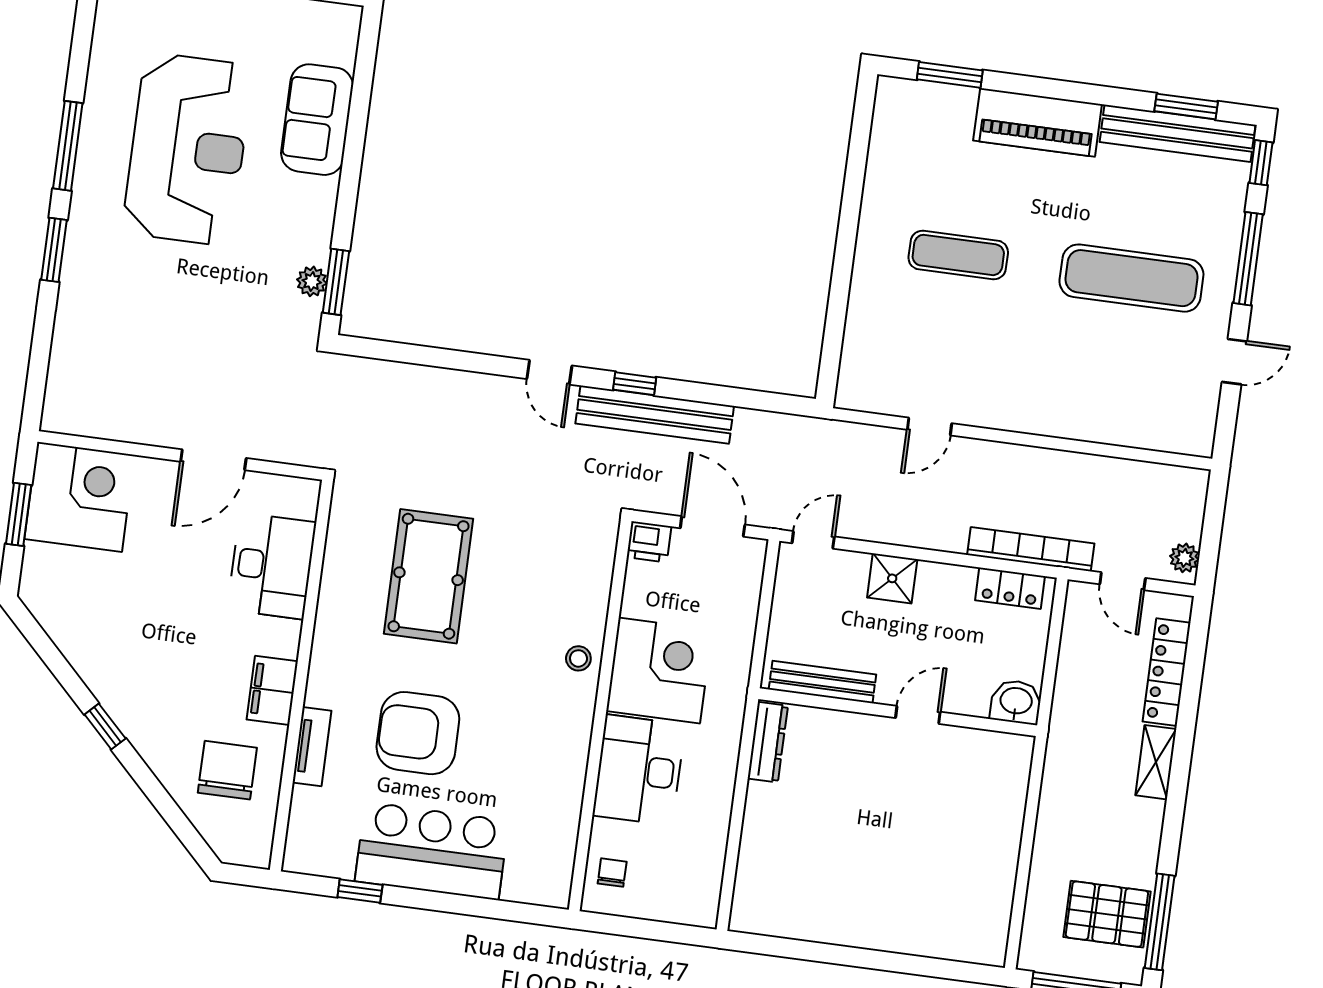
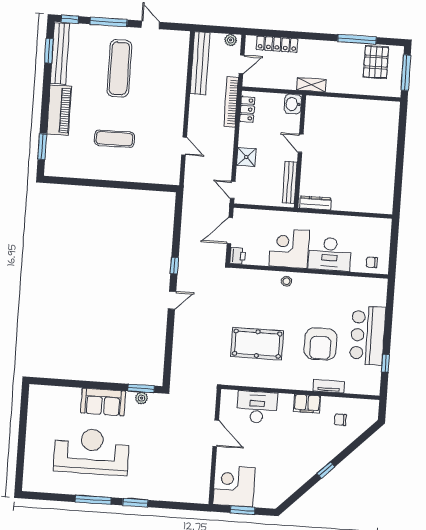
sofa: (317, 120) -> (103, 402), moved
exercise mat: (958, 255) -> (114, 139), turned 90
bench: (655, 415) -> (200, 63), moved
shelving: (1156, 762) -> (311, 85), moved
chair: (227, 770) -> (340, 420), width x0.54, depth x0.54
window: (1160, 922) -> (357, 39), moved

